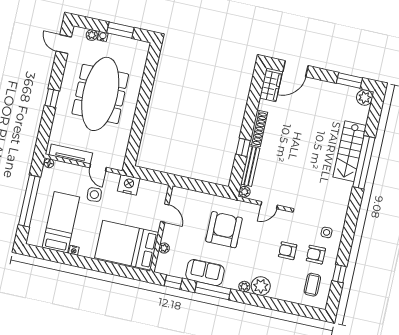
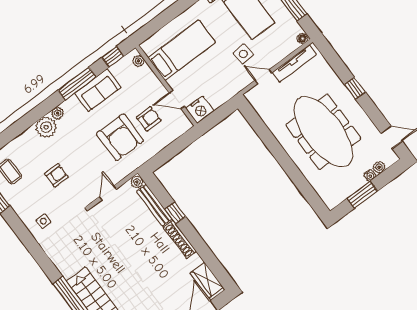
nightstand: (129, 185) -> (200, 110), moved
bed: (127, 245) -> (182, 50), width x0.67
plant: (164, 248) -> (138, 61), moved
armchair: (316, 255) -> (149, 119), moved

